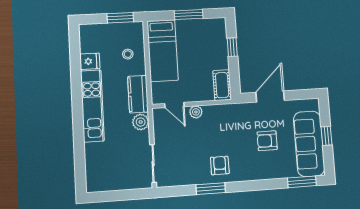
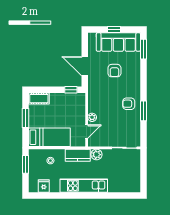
window: (232, 47) -> (71, 90), moved
fridge: (90, 61) -> (44, 186), moved
cot: (222, 85) -> (39, 99), moved

